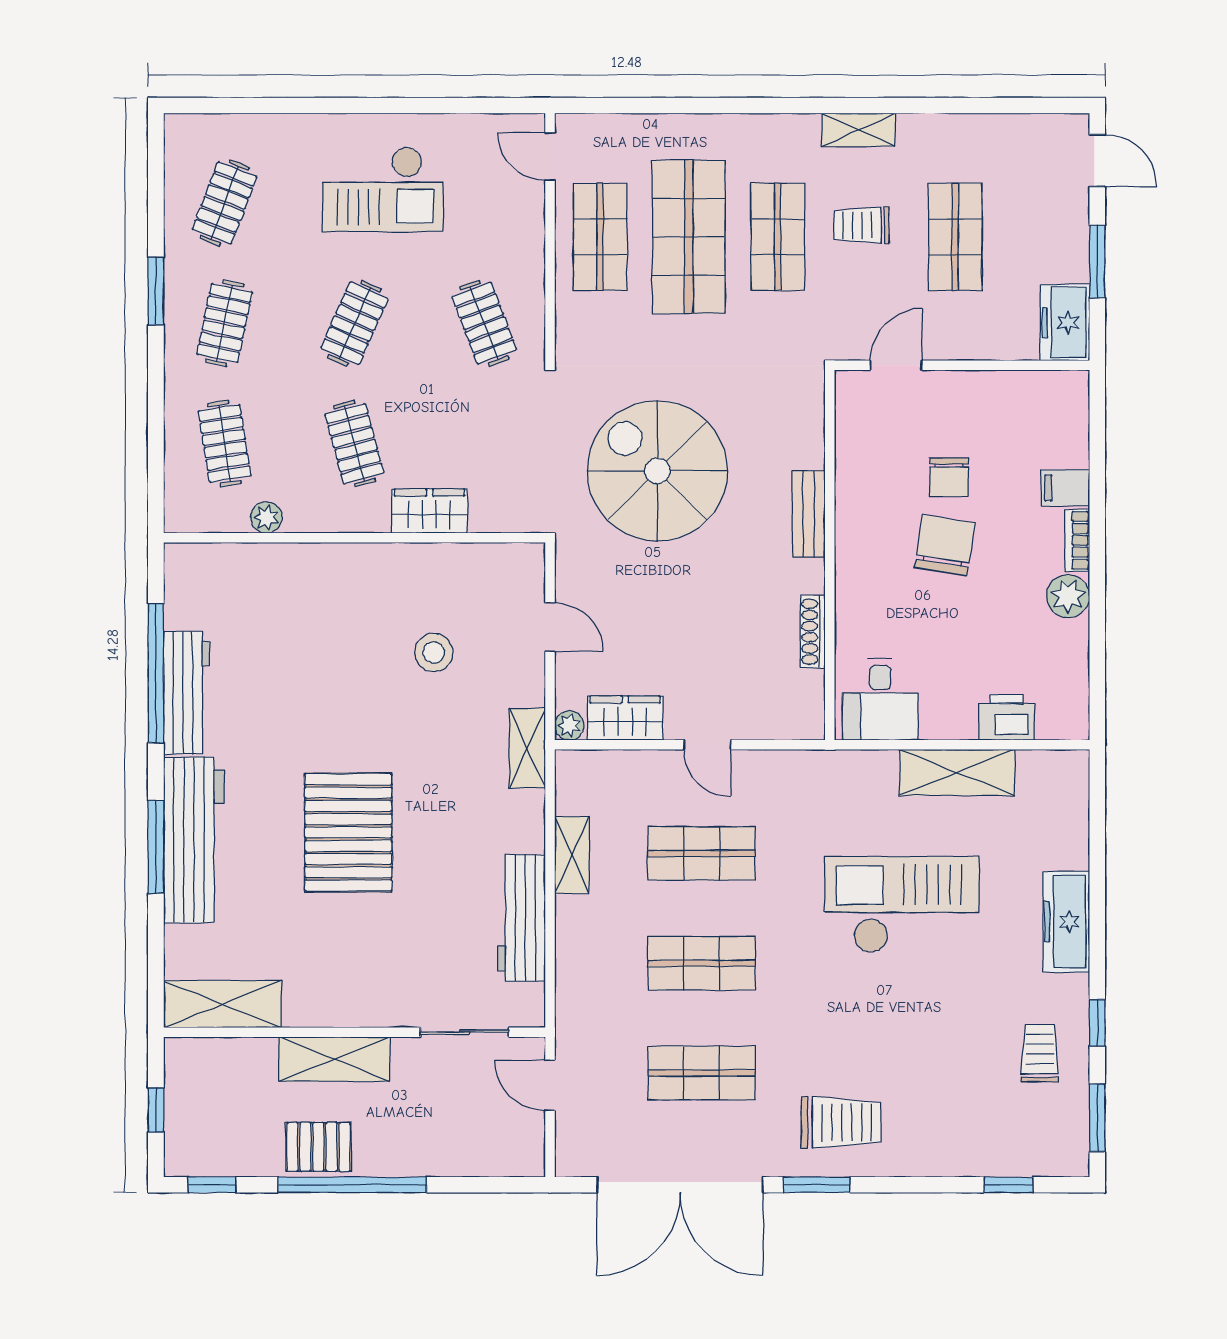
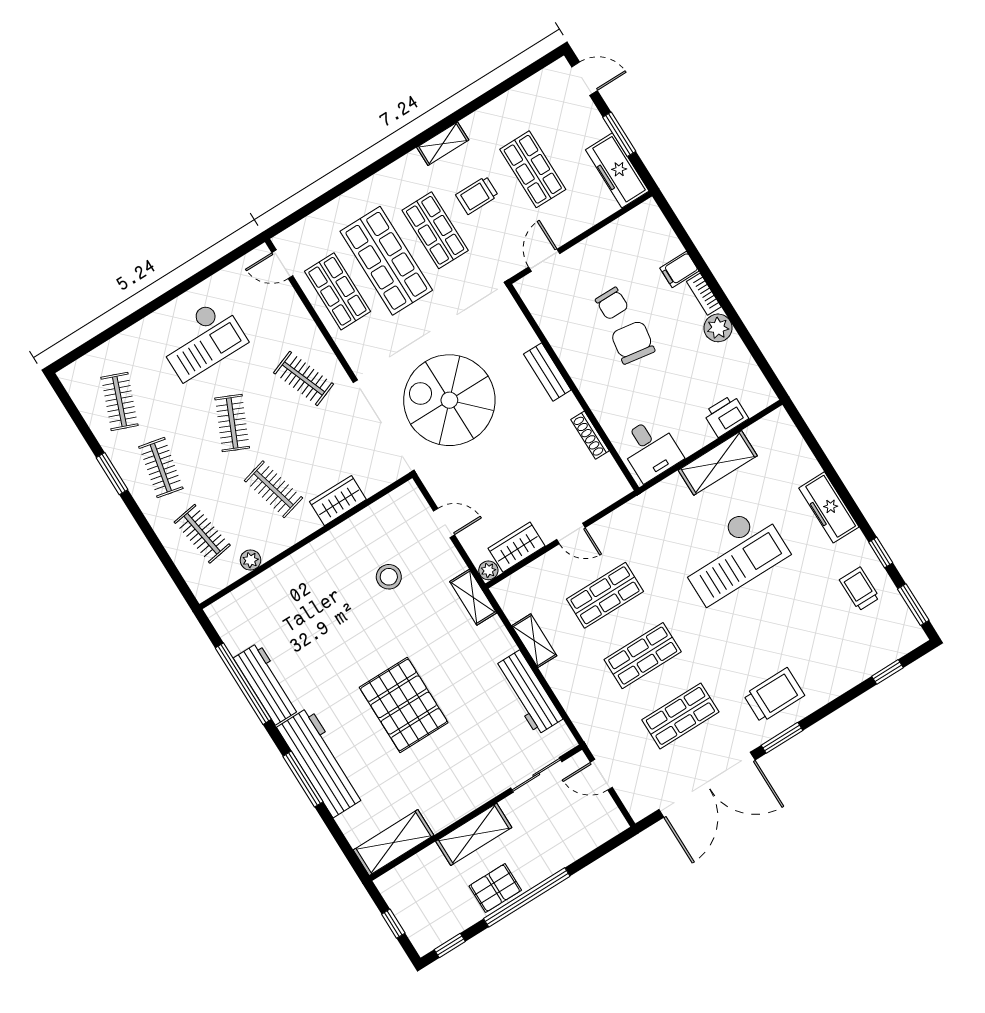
freezer: (1065, 323) -> (617, 170), width x1.40
checkout: (902, 905) -> (733, 555), turned 180

